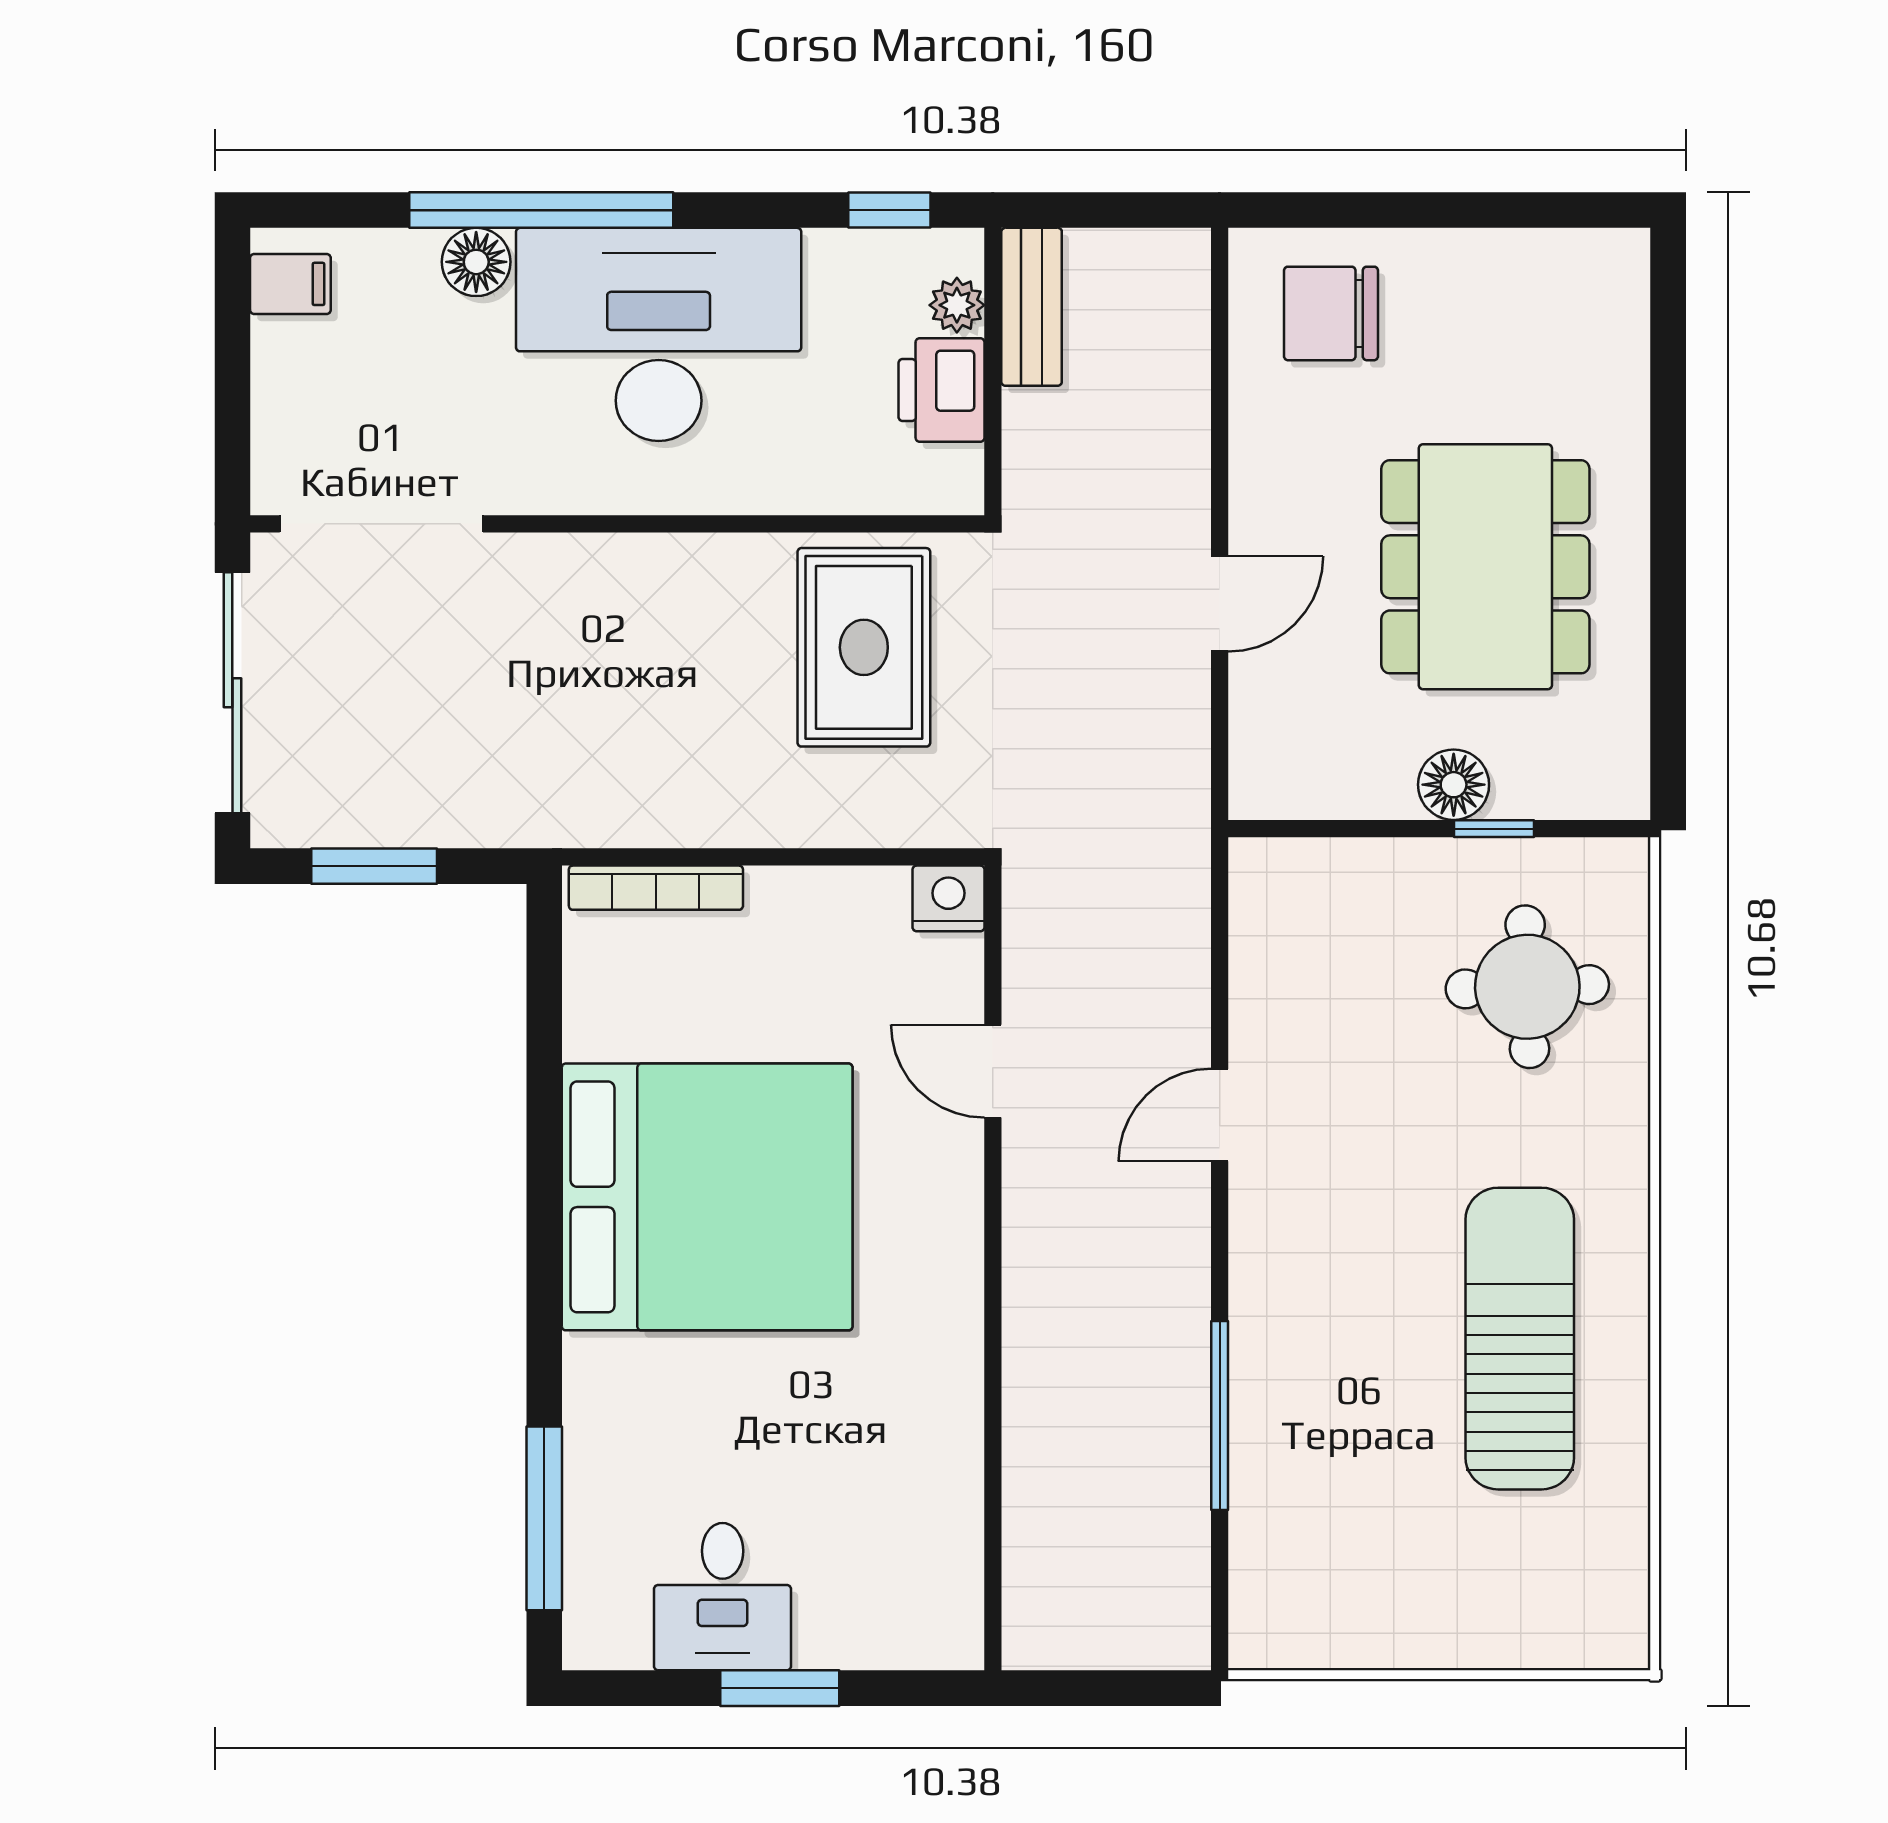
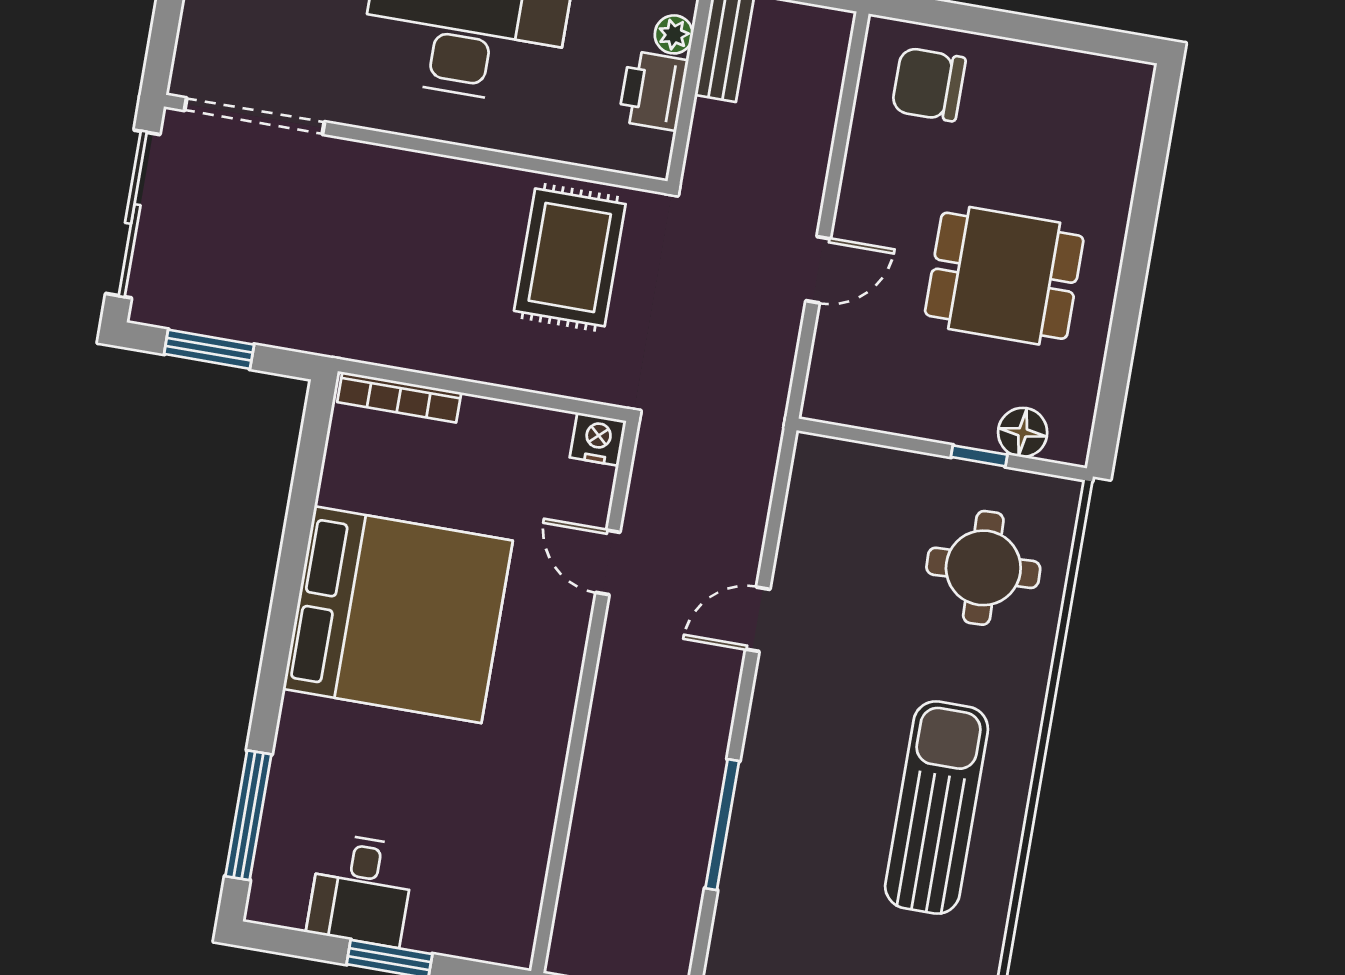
dining table: (1485, 567) -> (1004, 276), width x0.73
floor lamp: (1454, 785) -> (1023, 432), moved

